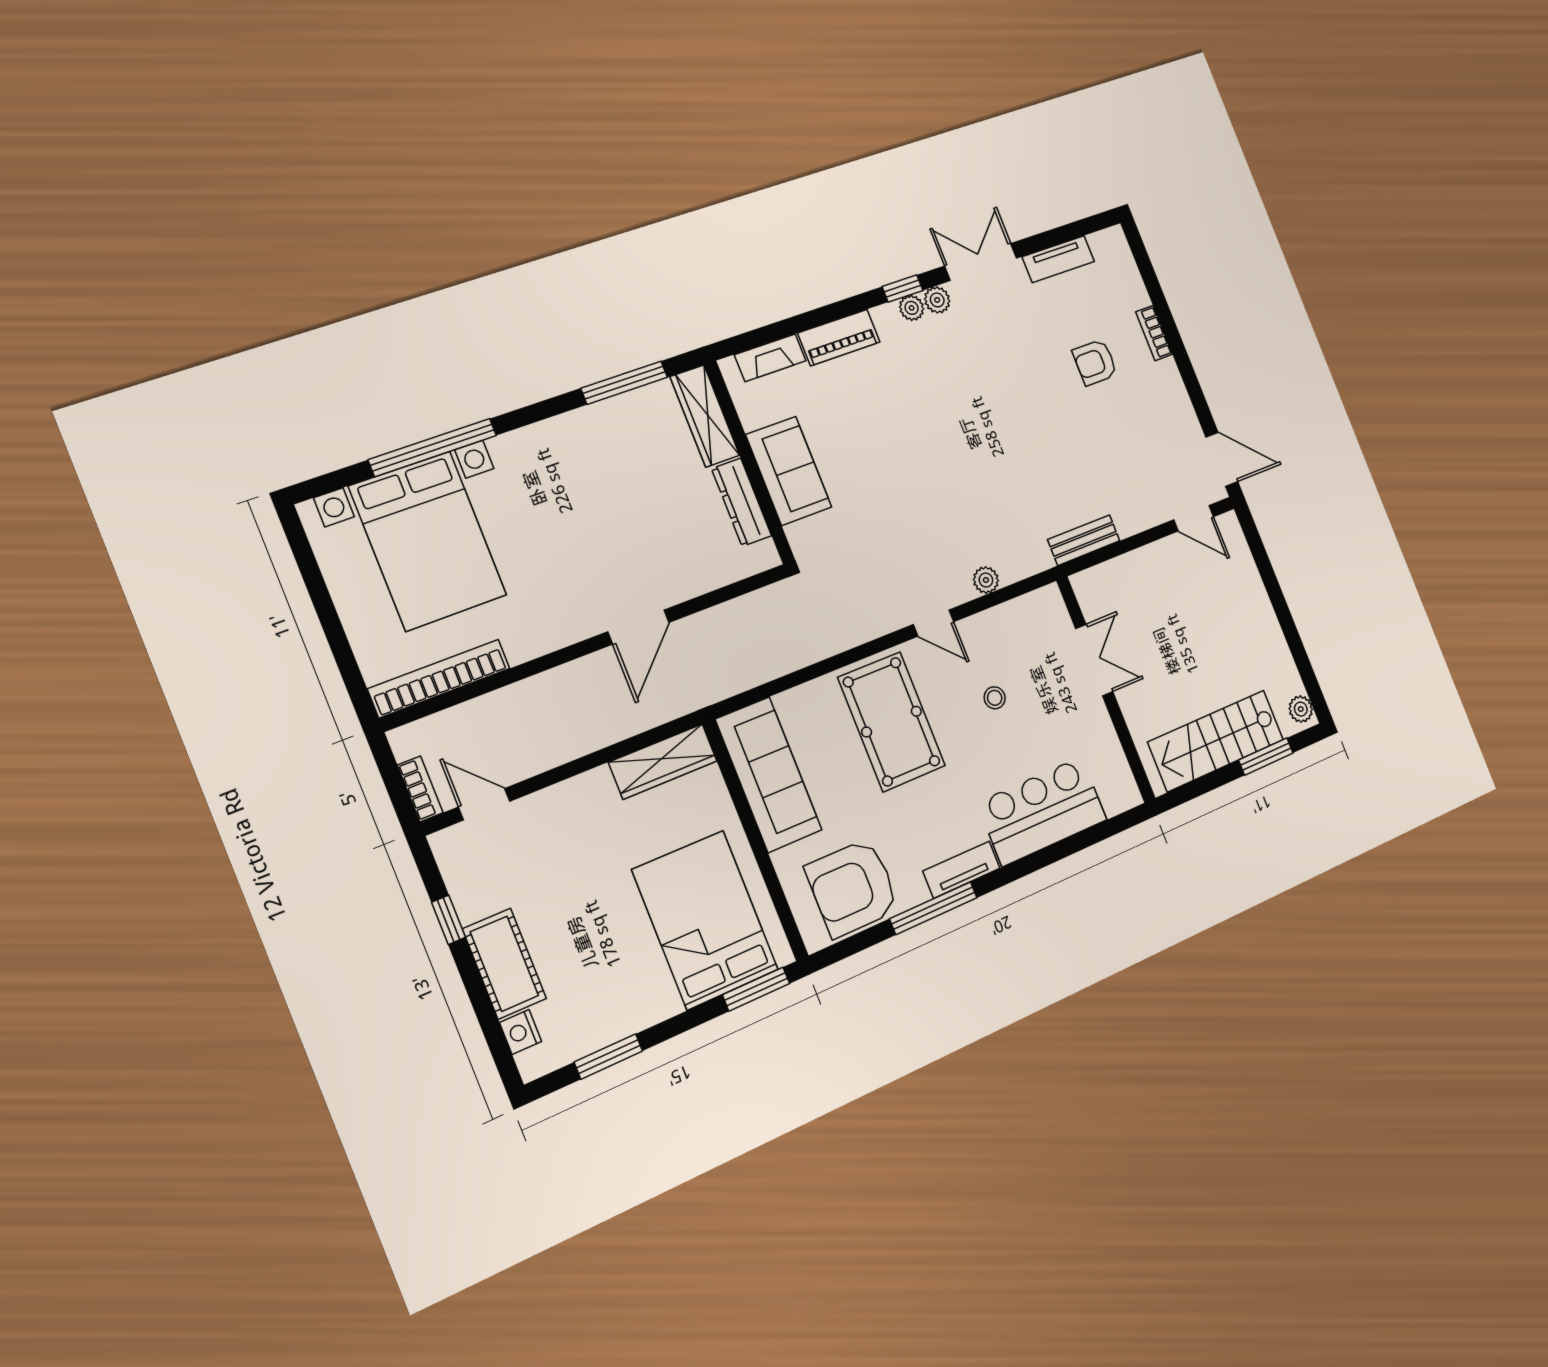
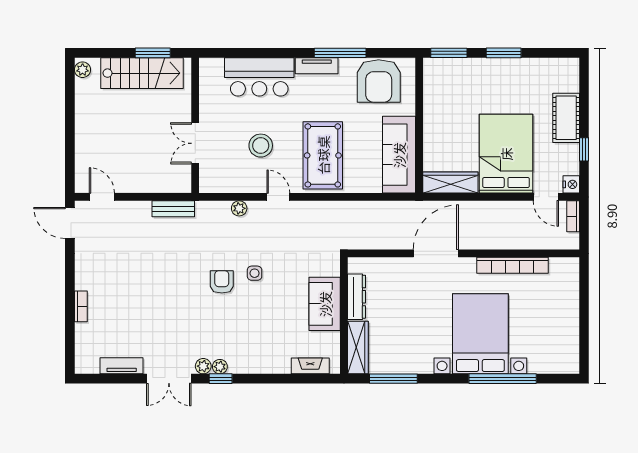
piano: (839, 338) -> (268, 364), removed
armchair: (1095, 362) -> (222, 282), moved, turned -90
side table: (920, 482) -> (255, 273), added
bed with nightstands: (428, 541) -> (480, 334), moved
door: (638, 627) -> (436, 253), width x1.36
bookcase: (439, 678) -> (513, 265), moved
stool: (995, 698) -> (261, 146), width x1.89, depth x1.89
window: (1266, 756) -> (153, 53), moved
armchair: (853, 888) -> (379, 81), turned 90
bed: (705, 920) -> (506, 154), moved, turned 180
nightstand: (520, 1032) -> (571, 184), moved
window: (608, 1056) -> (504, 53), moved

